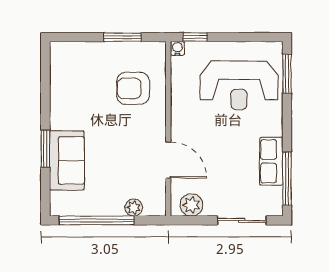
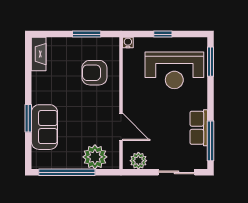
window: (195, 37) -> (163, 34), moved
fireplace: (59, 64) -> (39, 54), added
plant: (134, 208) -> (95, 157), width x1.88, depth x1.88

